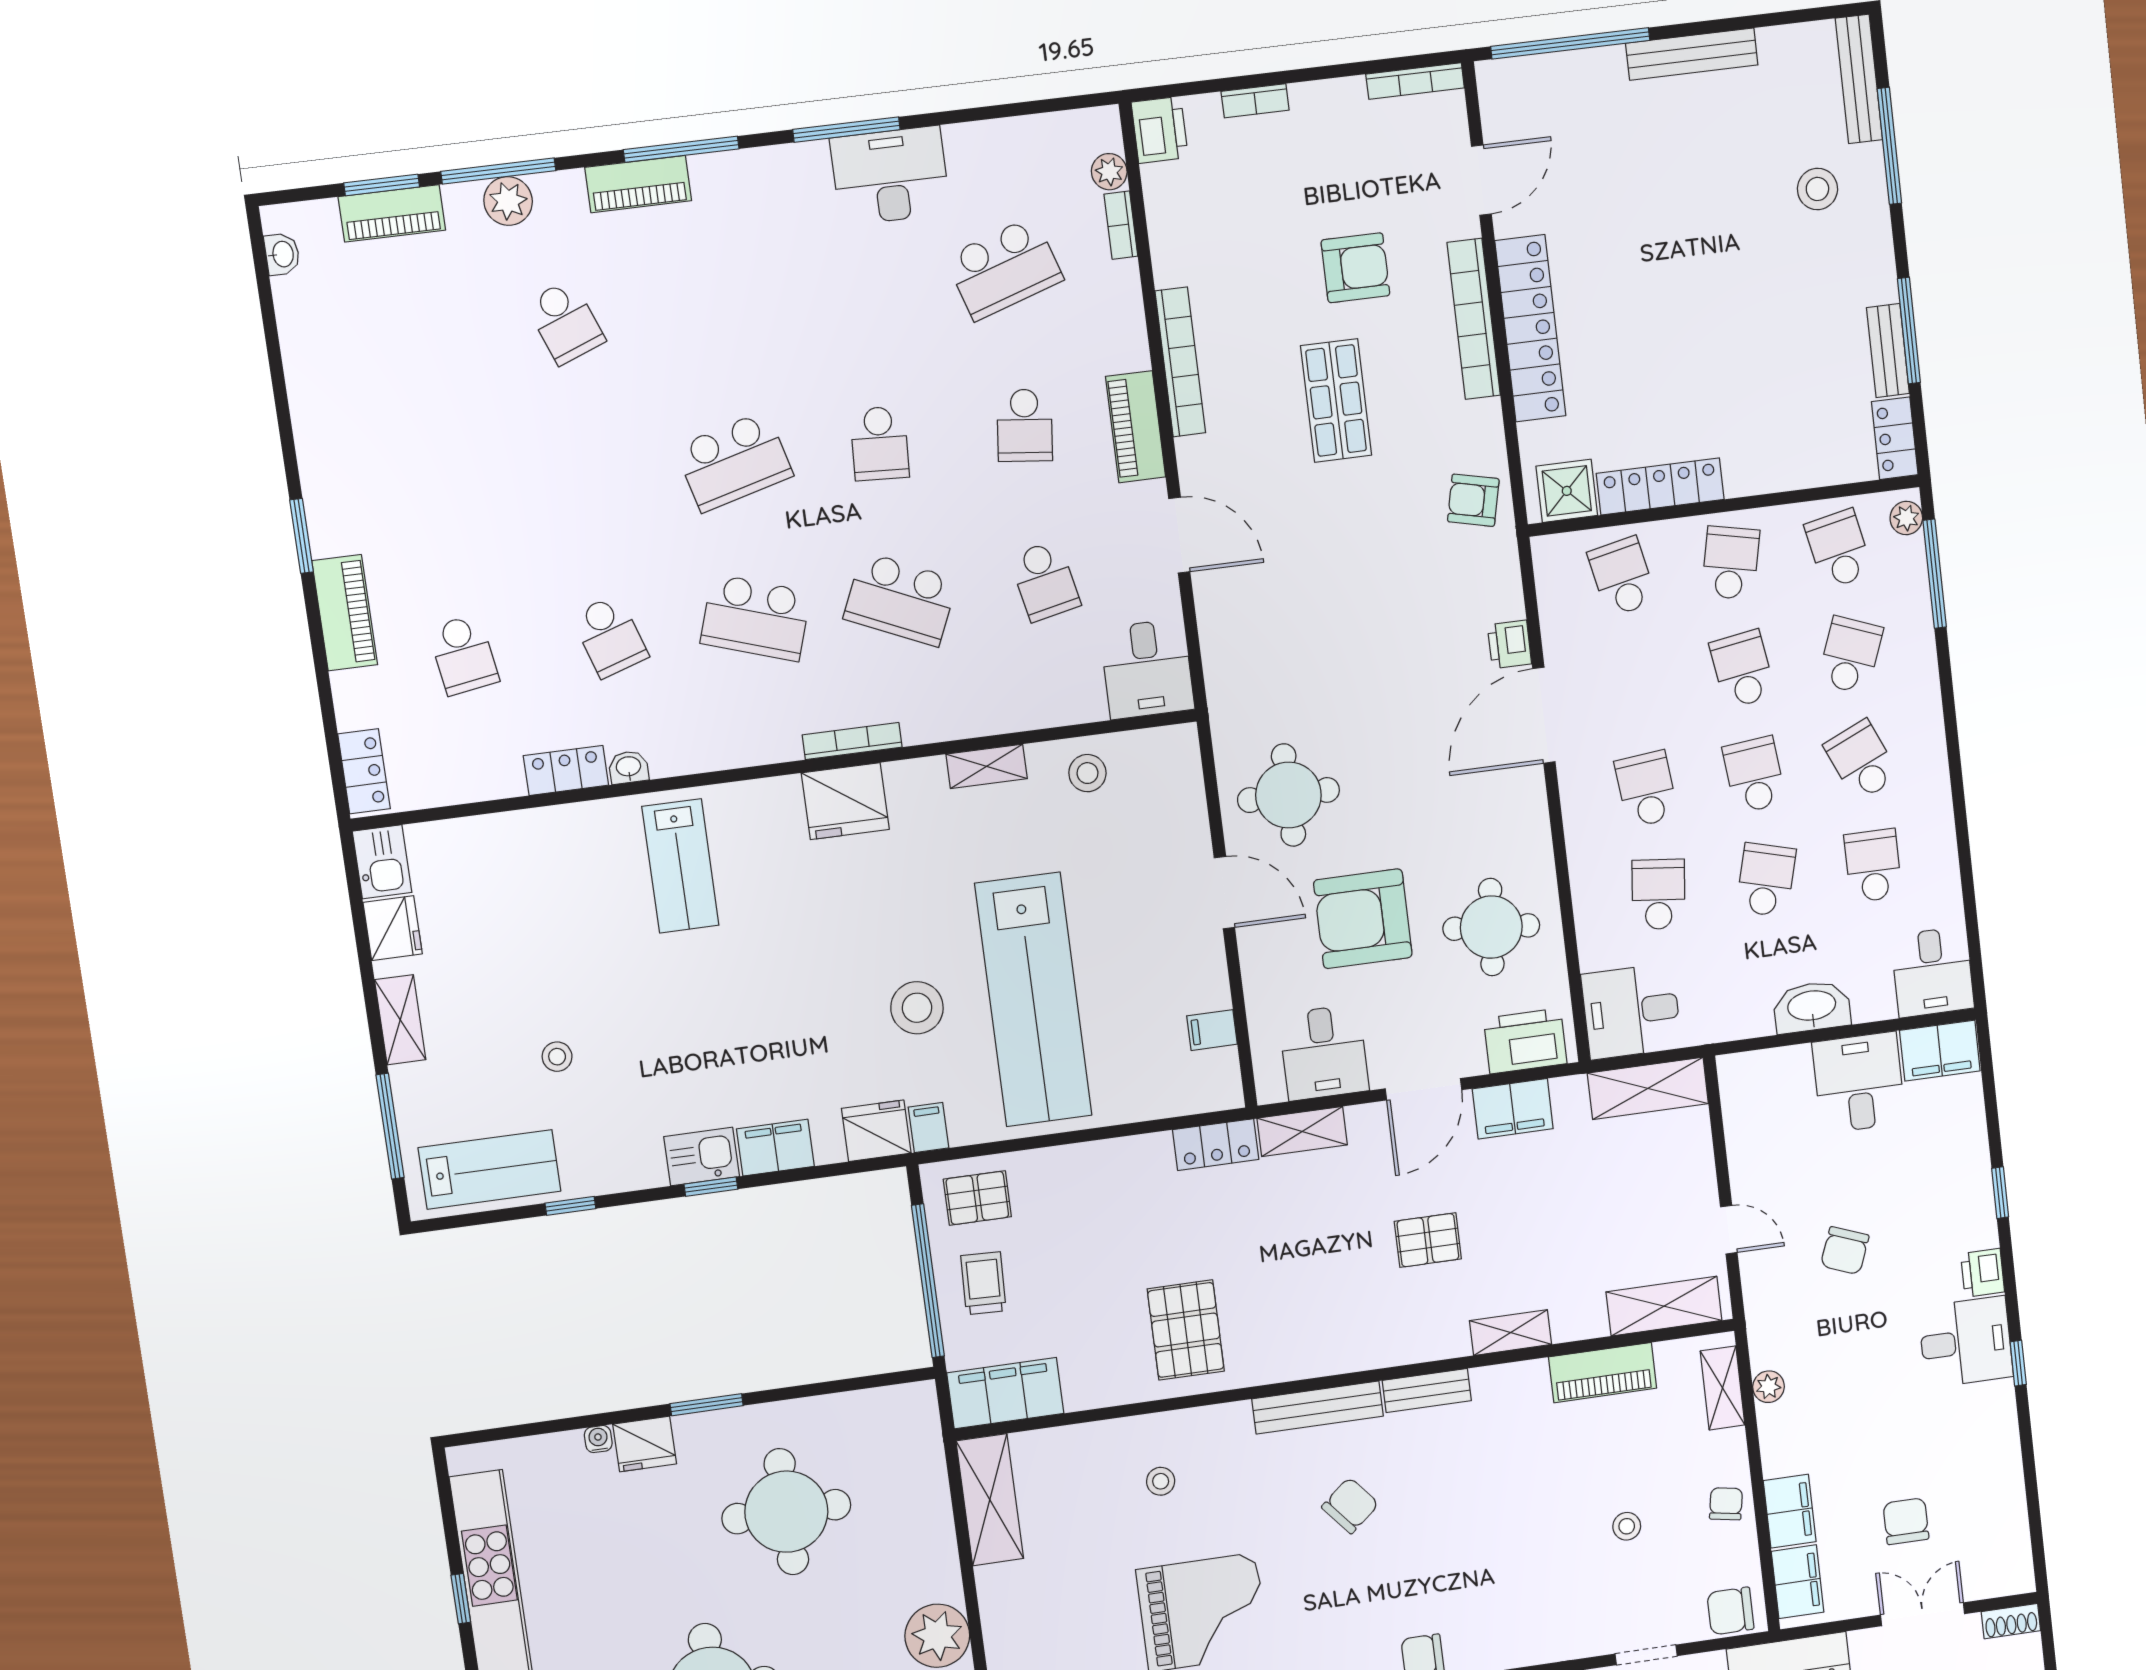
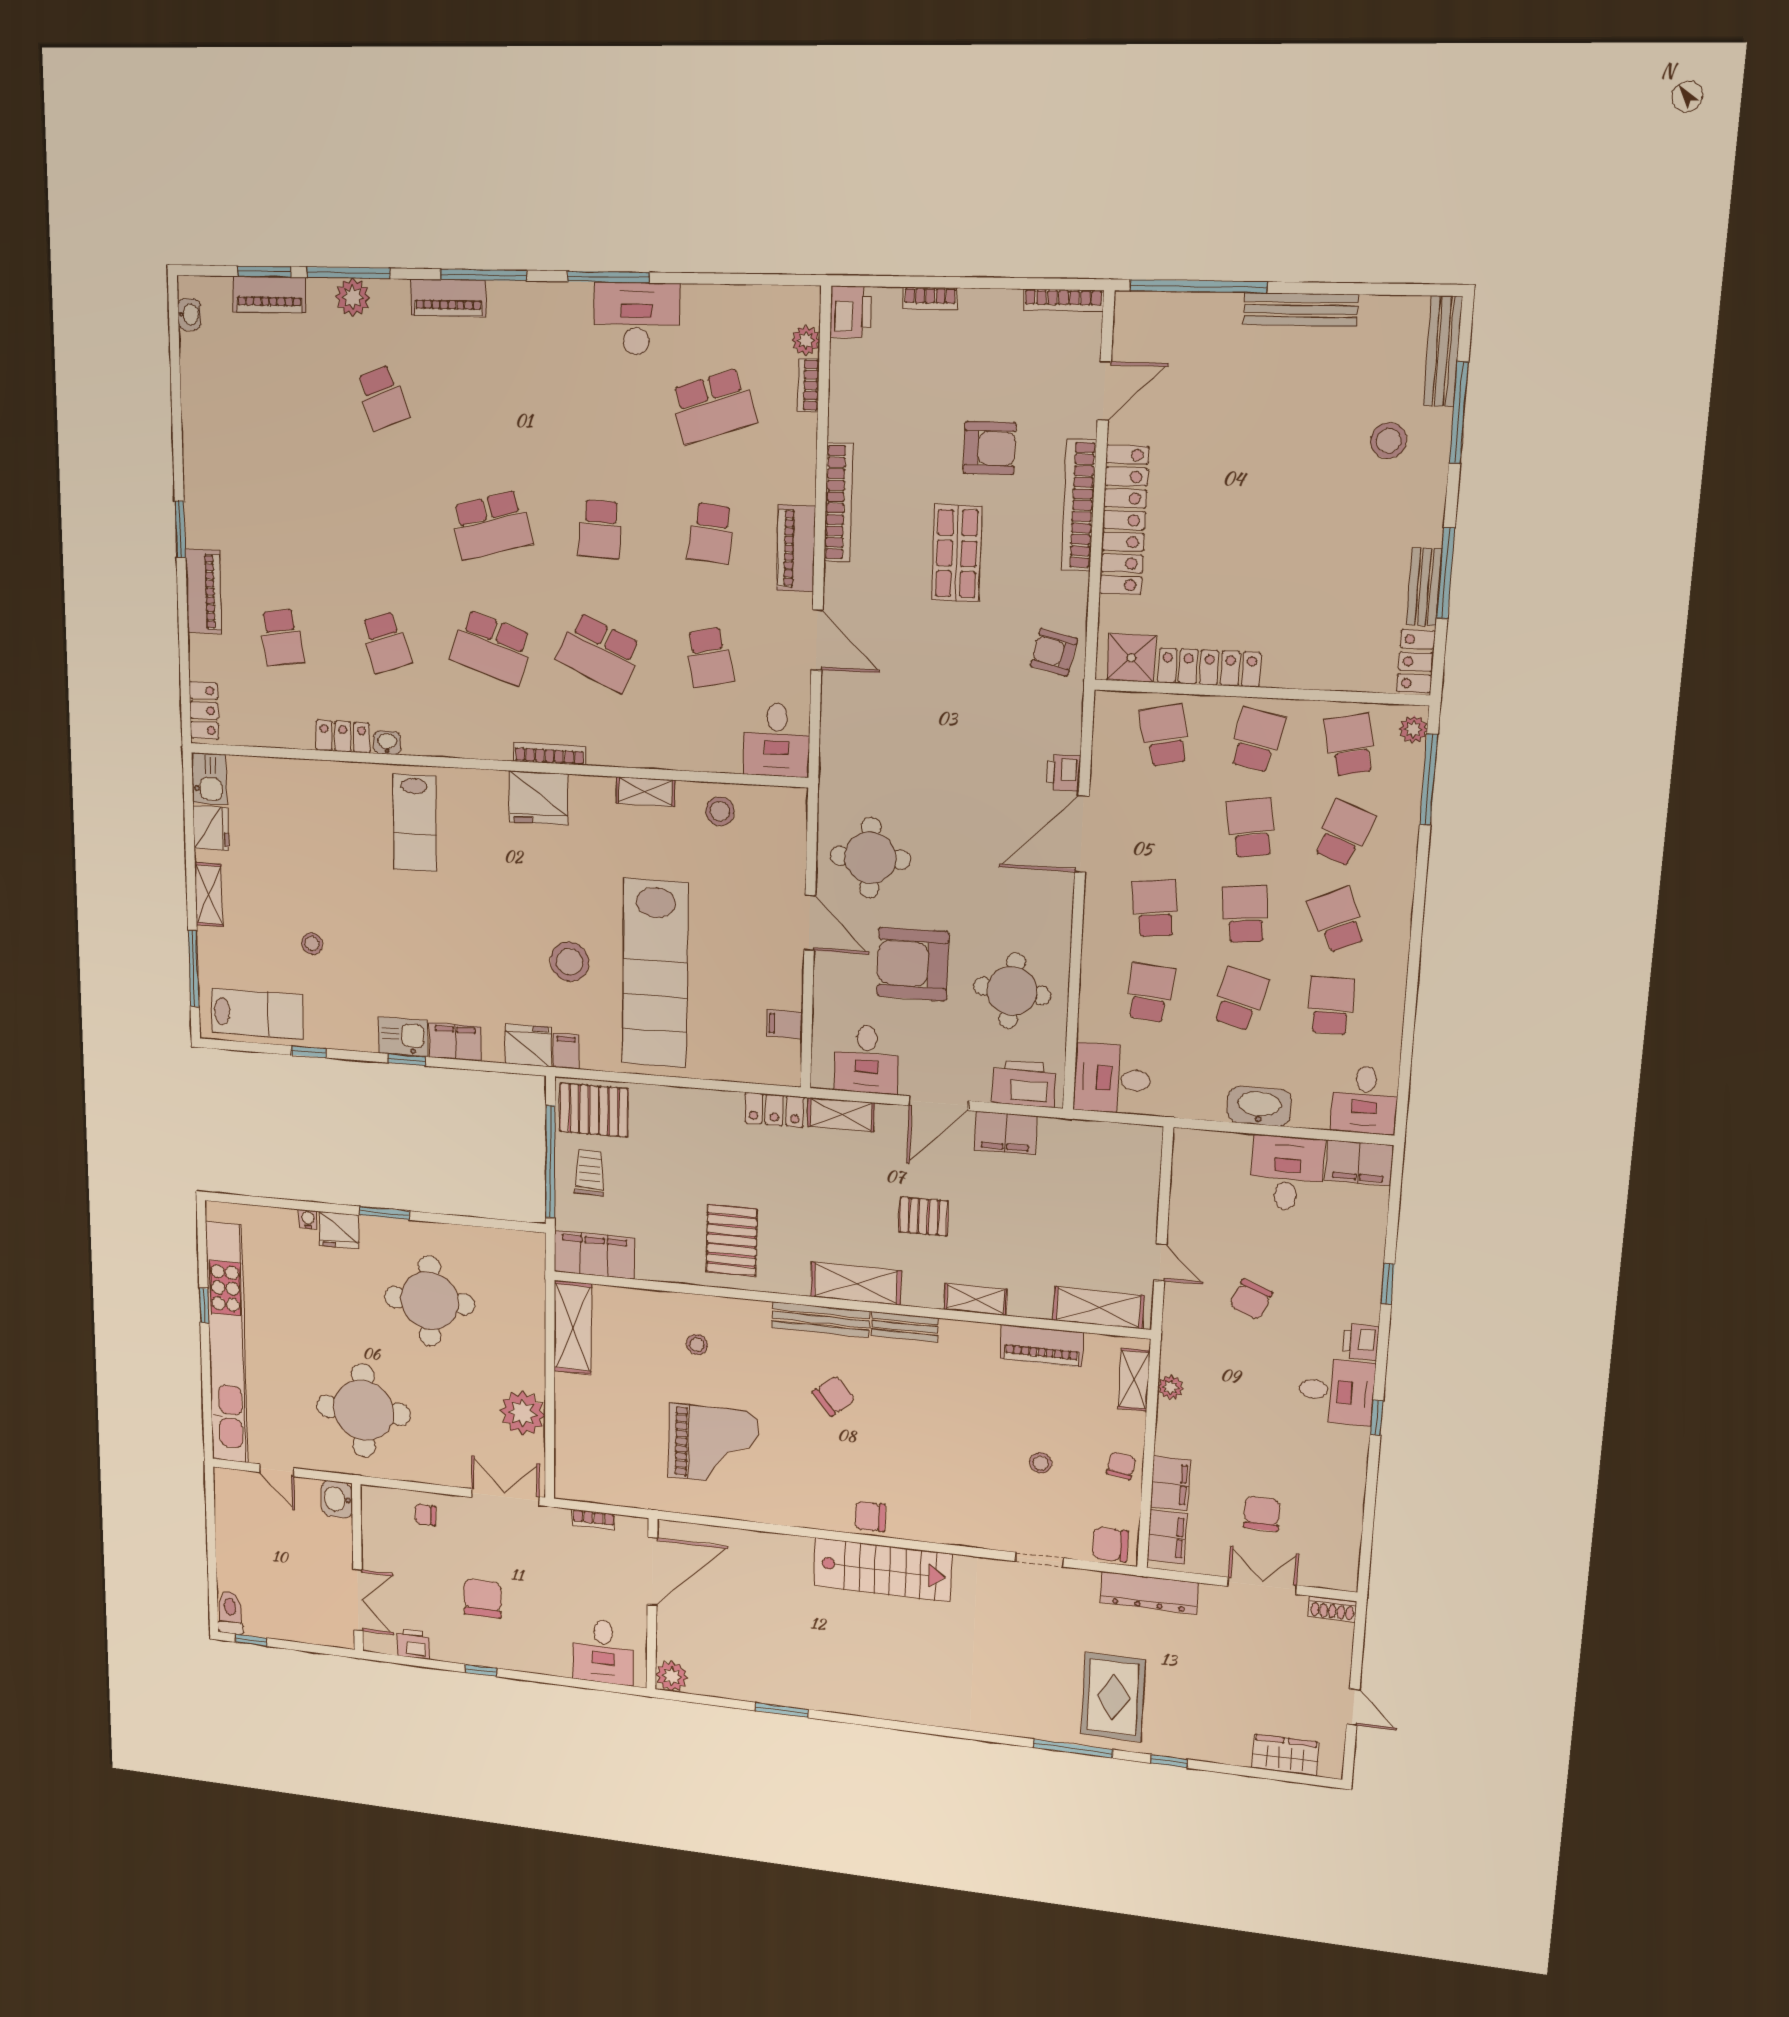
shelving: (1648, 1088) -> (856, 1284), moved
pallet: (977, 1198) -> (594, 1110), width x1.50, depth x1.42

